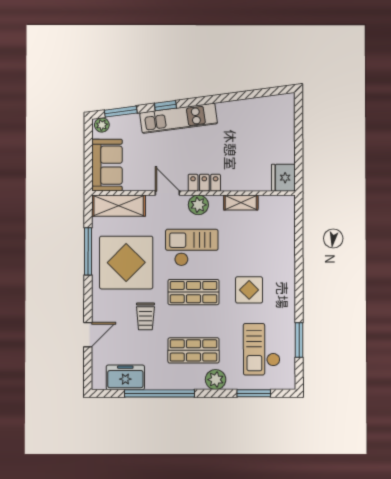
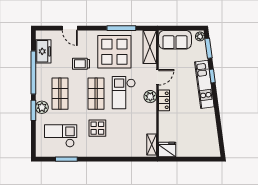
shelving: (241, 203) -> (152, 145), moved
checkout: (192, 248) -> (124, 93), turned 180
window: (254, 393) -> (33, 110), moved

